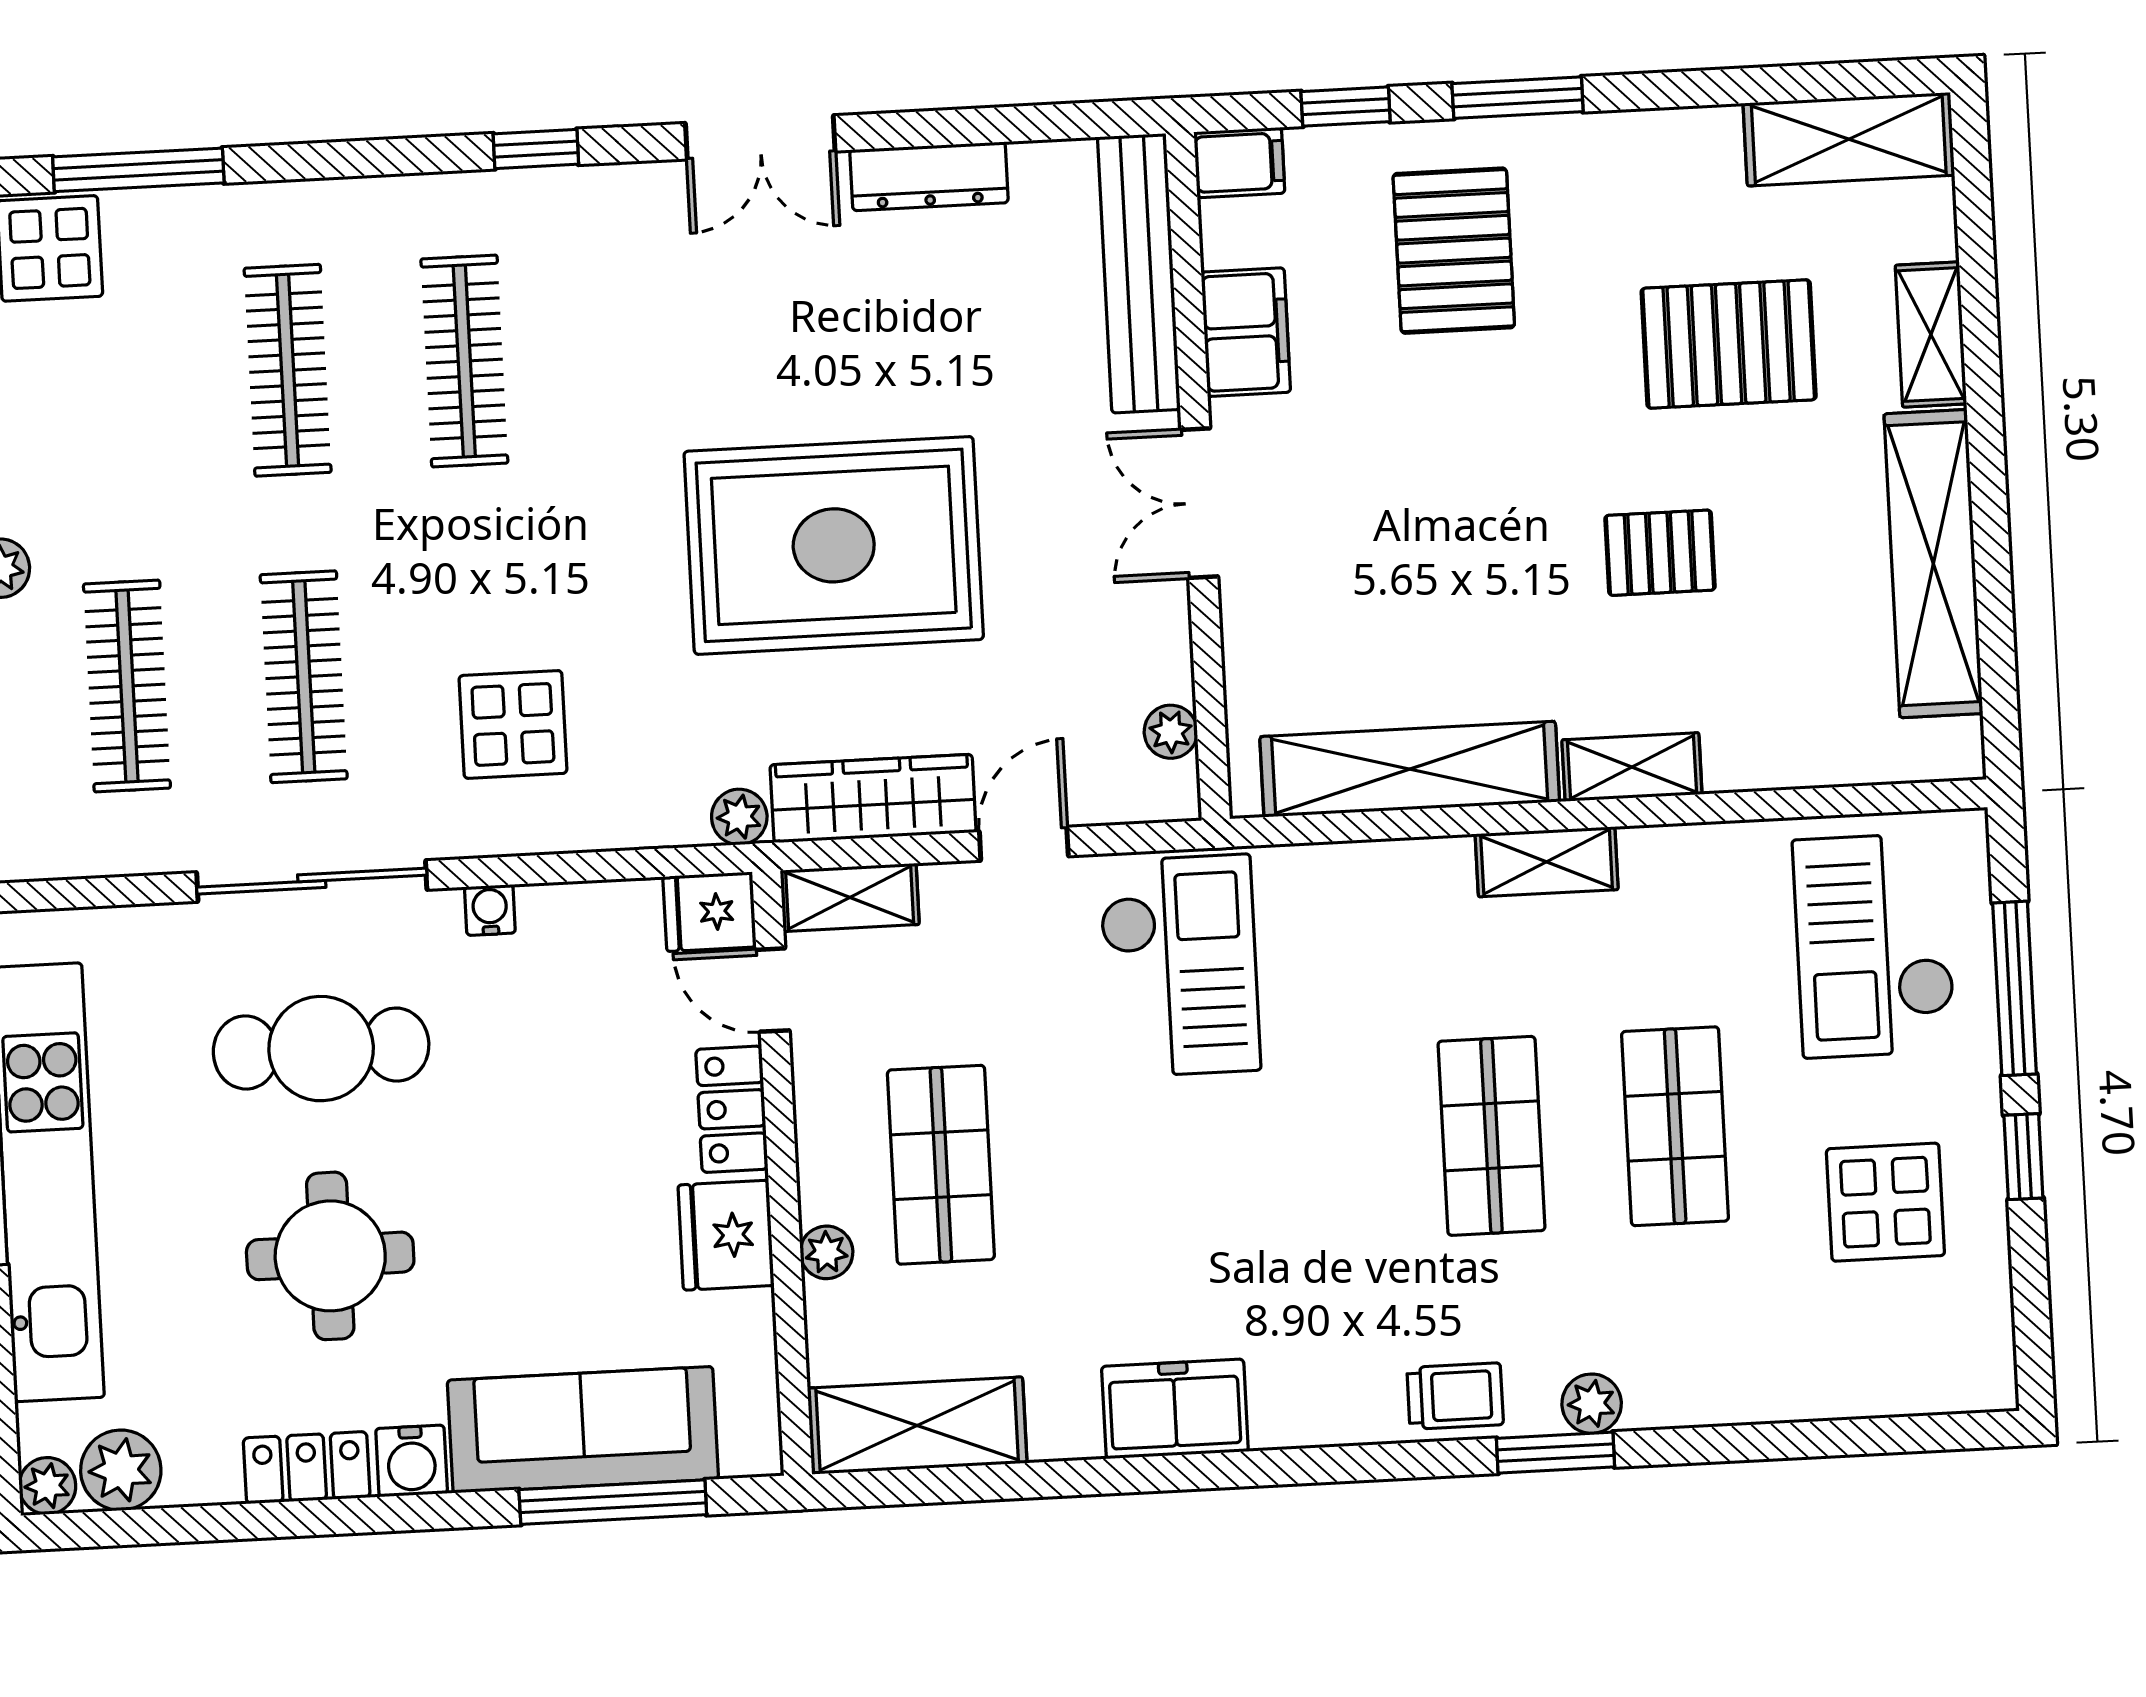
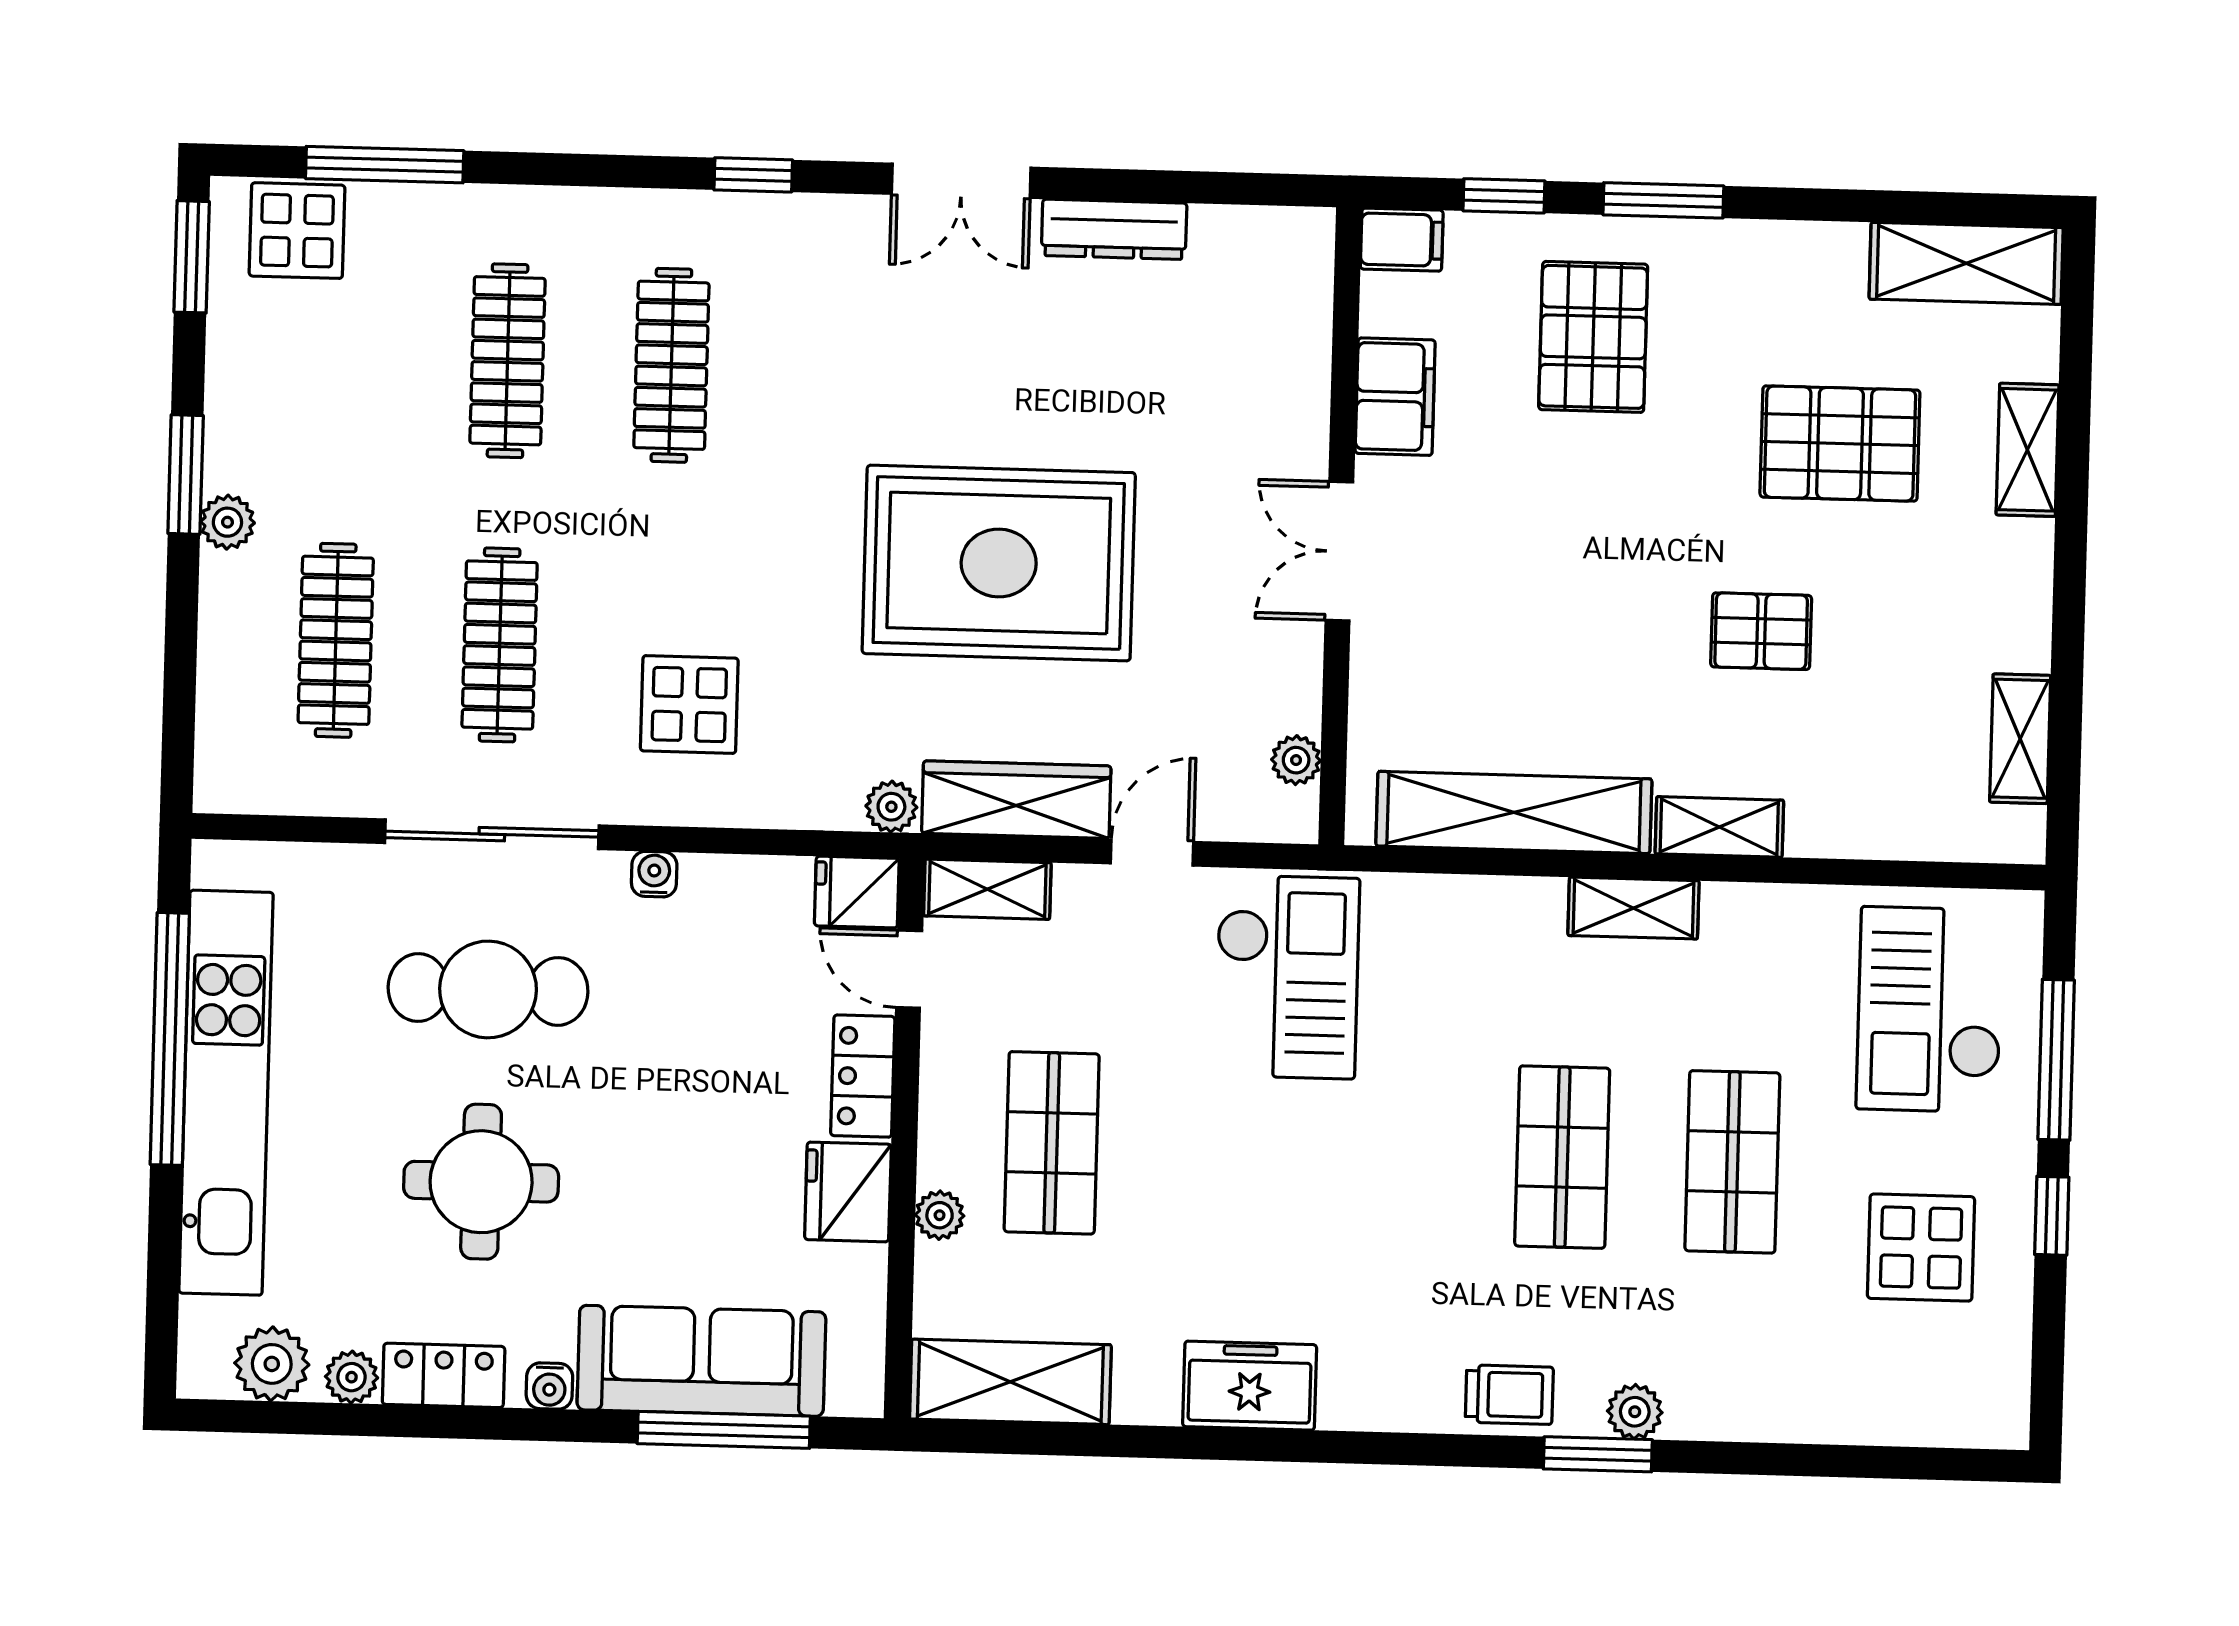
bench: (1139, 273) -> (1301, 334), removed
shelving: (1933, 564) -> (2020, 739), width x0.45, depth x0.75
water cooler: (412, 1461) -> (549, 1386), width x0.72, depth x0.72
plant: (47, 1486) -> (352, 1377), moved

